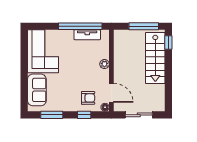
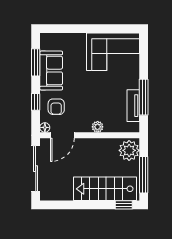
window: (80, 26) -> (144, 97), width x0.68
plant: (124, 38) -> (129, 150), added
sofa: (37, 90) -> (51, 71), moved, turned -90
sliding door: (139, 115) -> (36, 169), width x1.37

